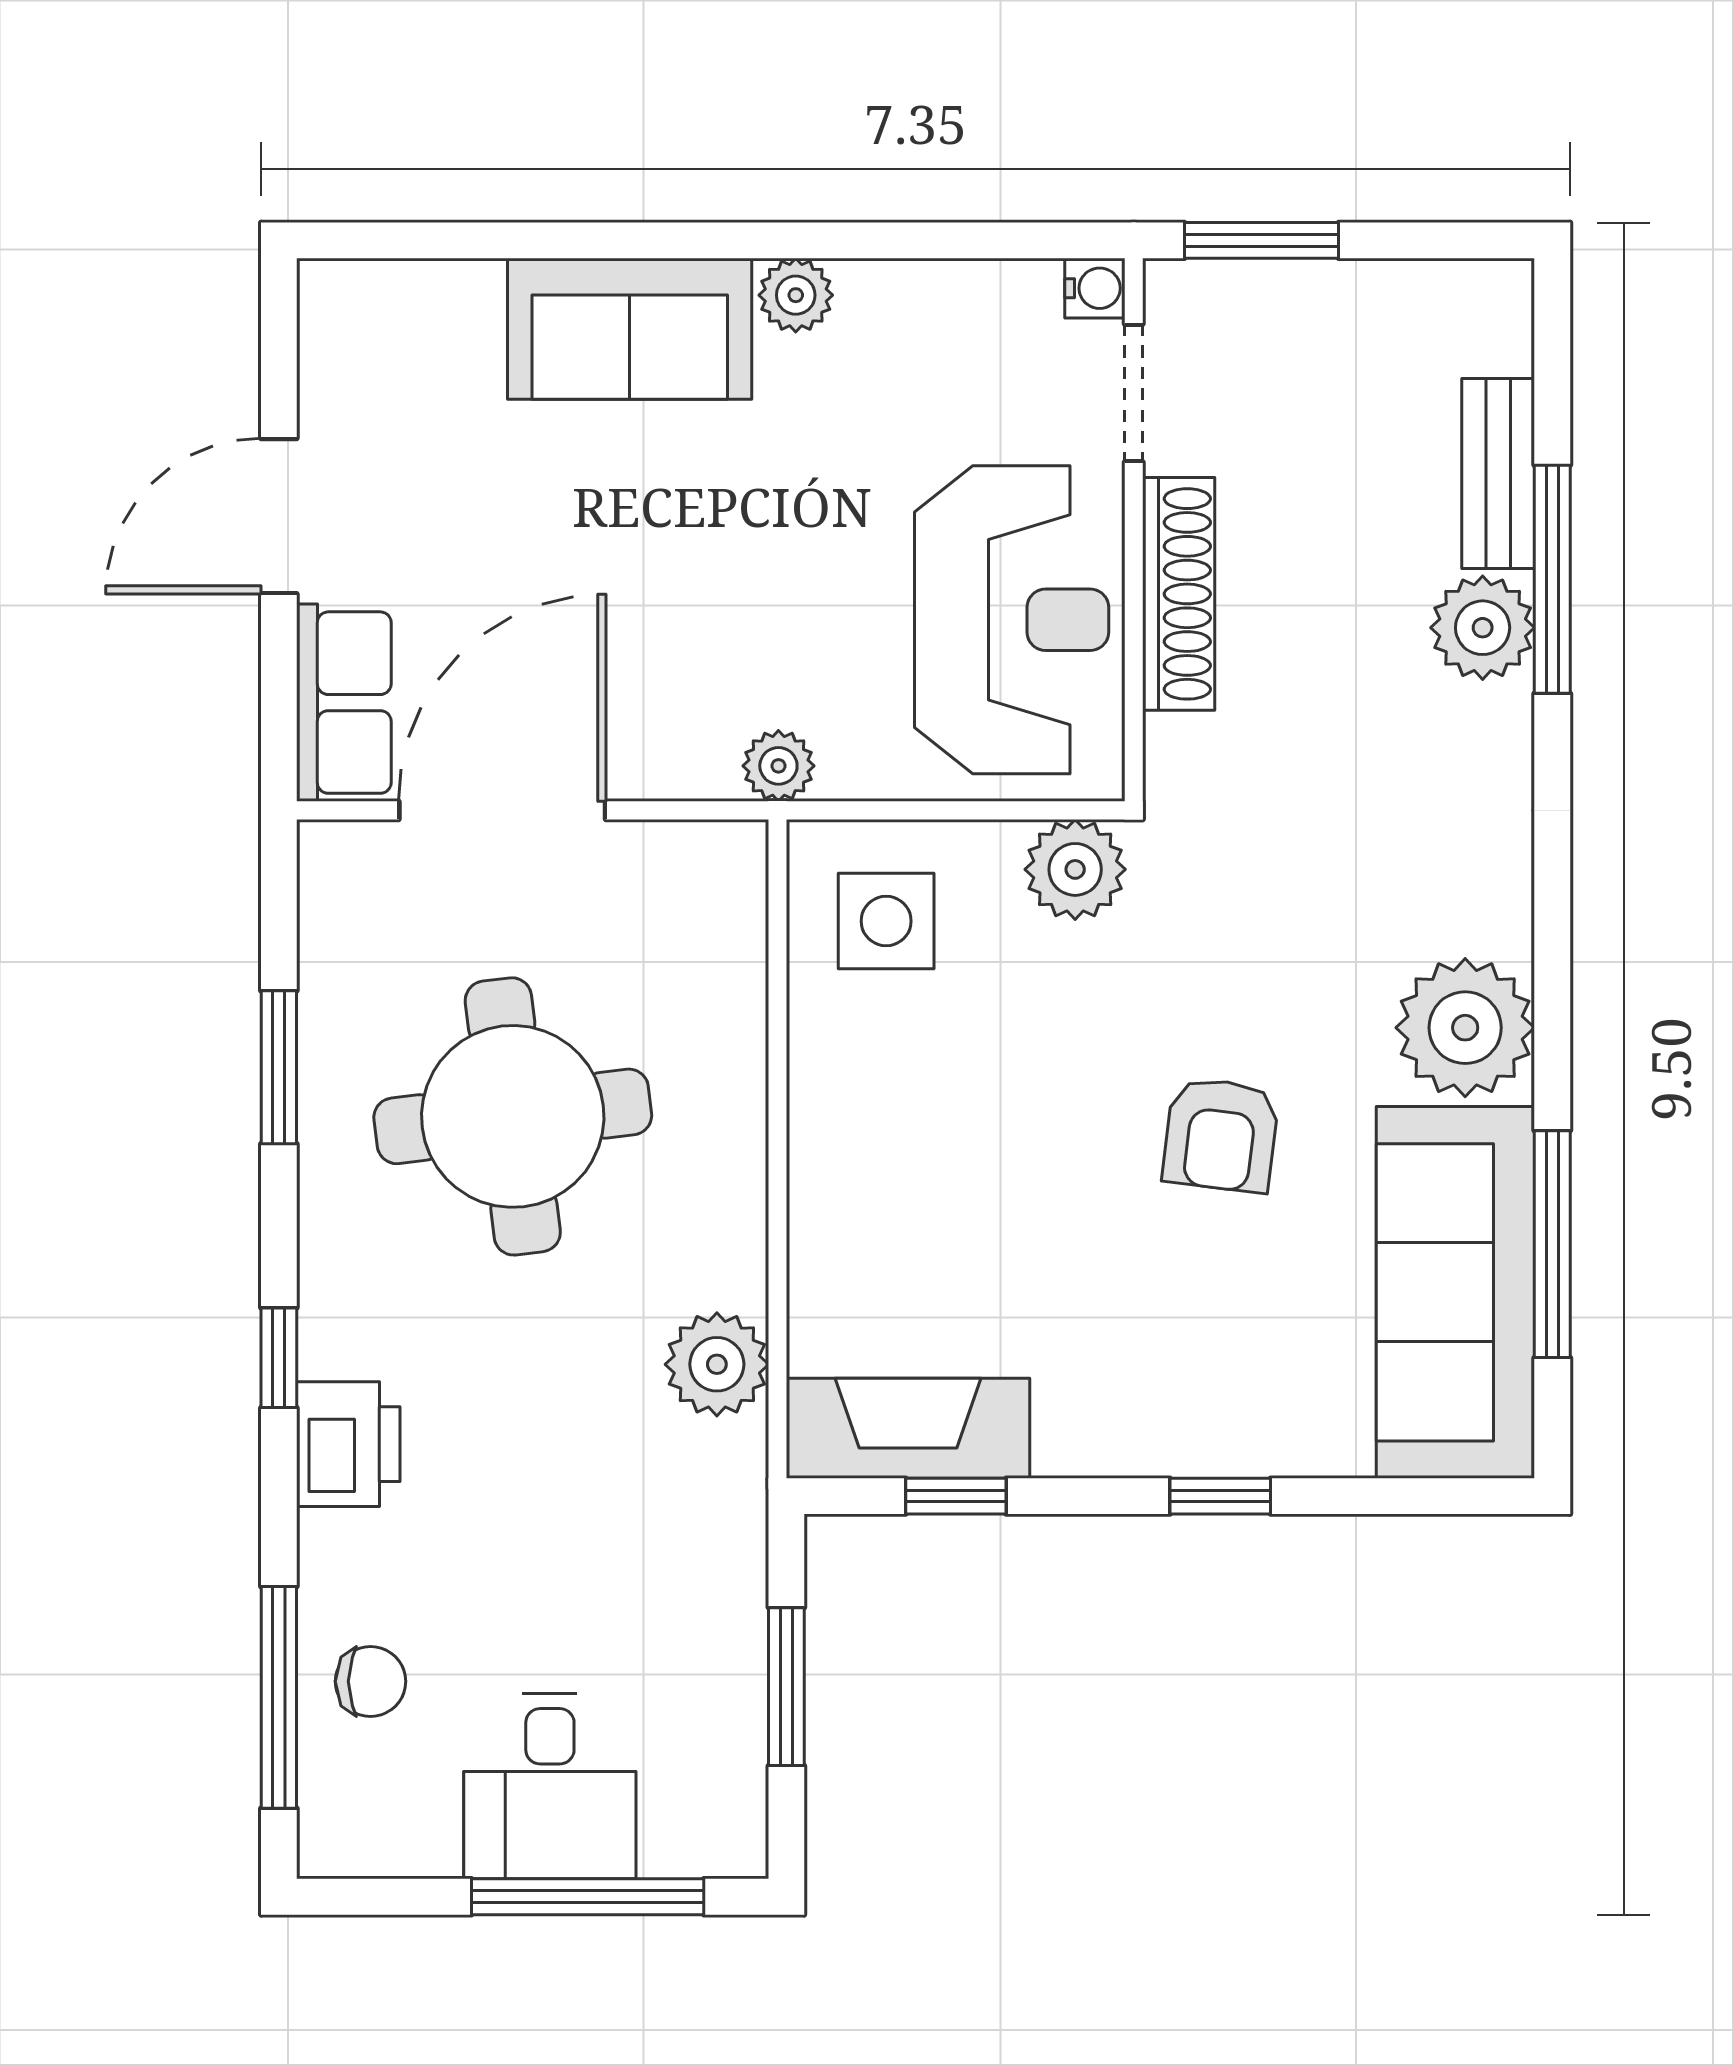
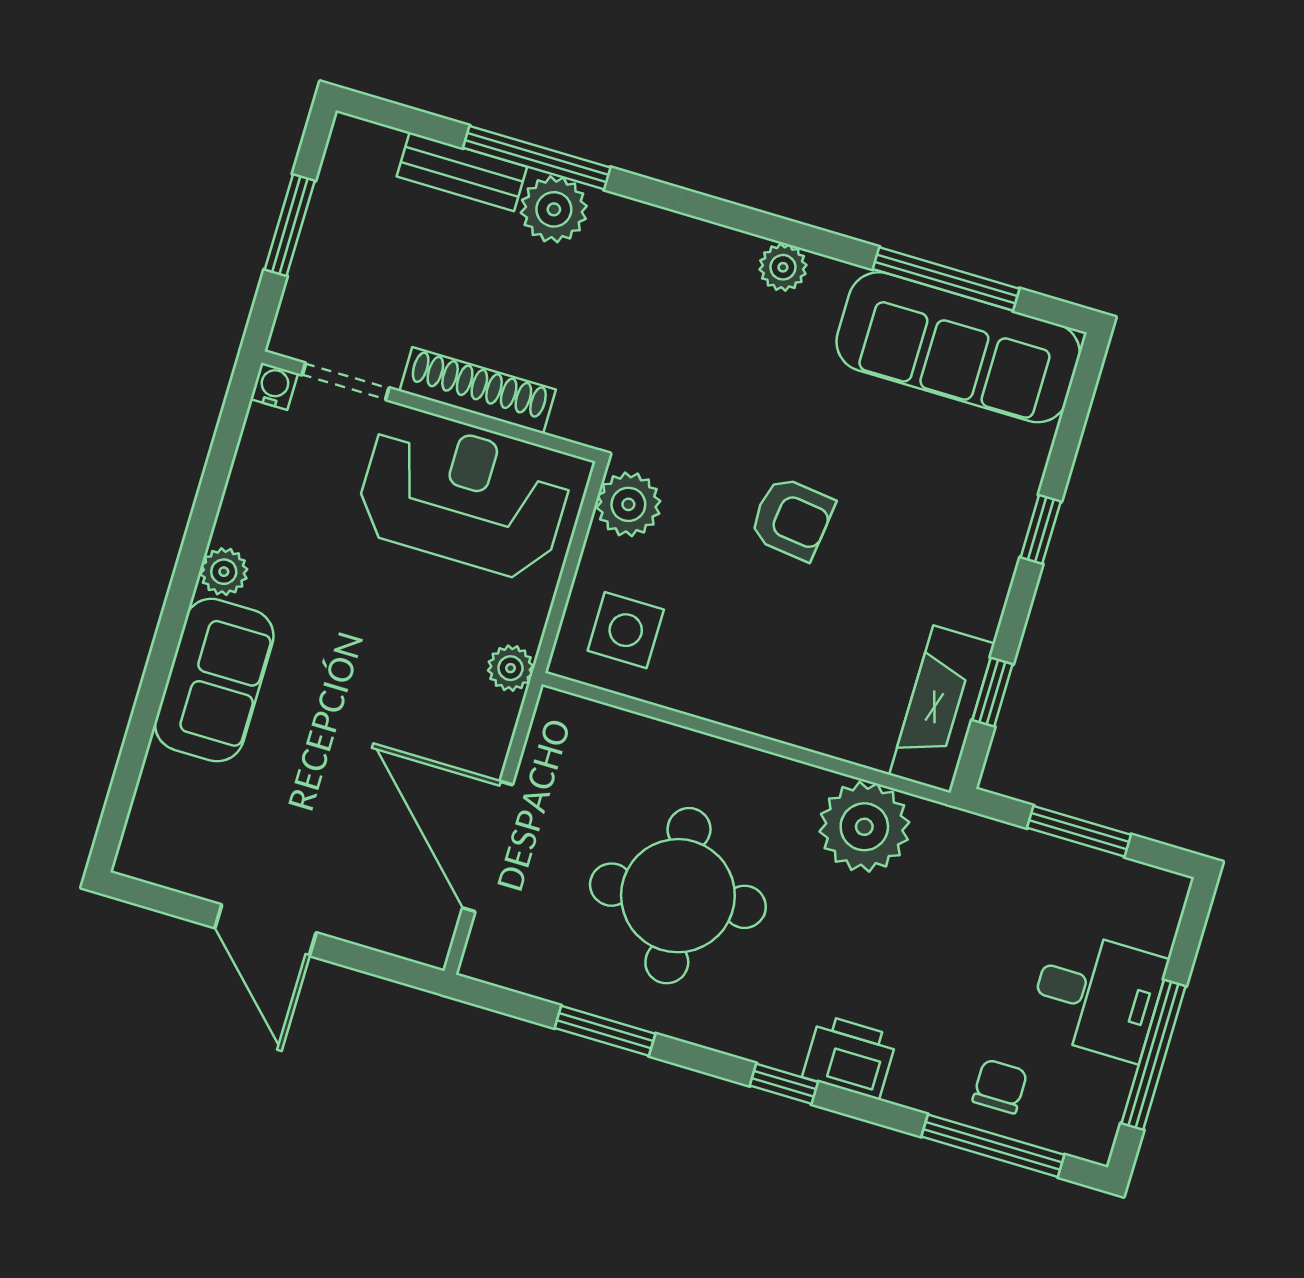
window: (1261, 240) -> (290, 225), moved
row of seats: (344, 703) -> (392, 924), removed
plant: (1465, 1028) -> (783, 267), width x0.53, depth x0.53
armchair: (1221, 1135) -> (792, 518), moved
plant: (717, 1364) -> (864, 827), width x1.36, depth x1.36
window: (588, 1897) -> (1154, 1055), moved

